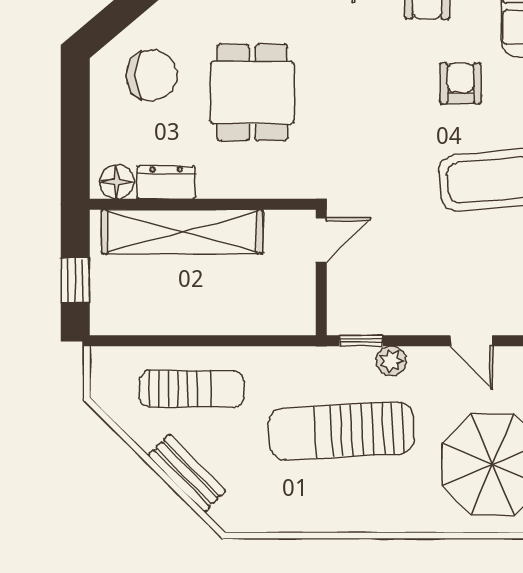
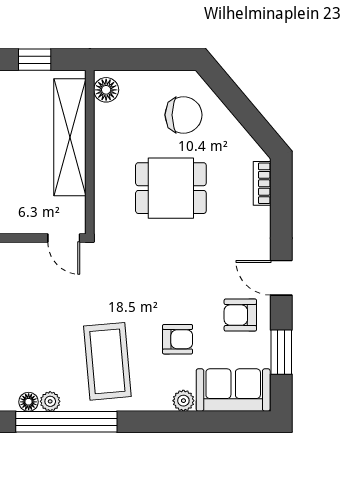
chair: (152, 75) -> (183, 115), turned -90
dresser: (166, 182) -> (106, 126), removed

